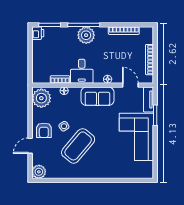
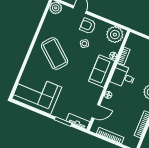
sofa: (97, 96) -> (102, 71), moved
corner sofa: (136, 137) -> (37, 93), moved
coffee table: (78, 146) -> (55, 54), moved

